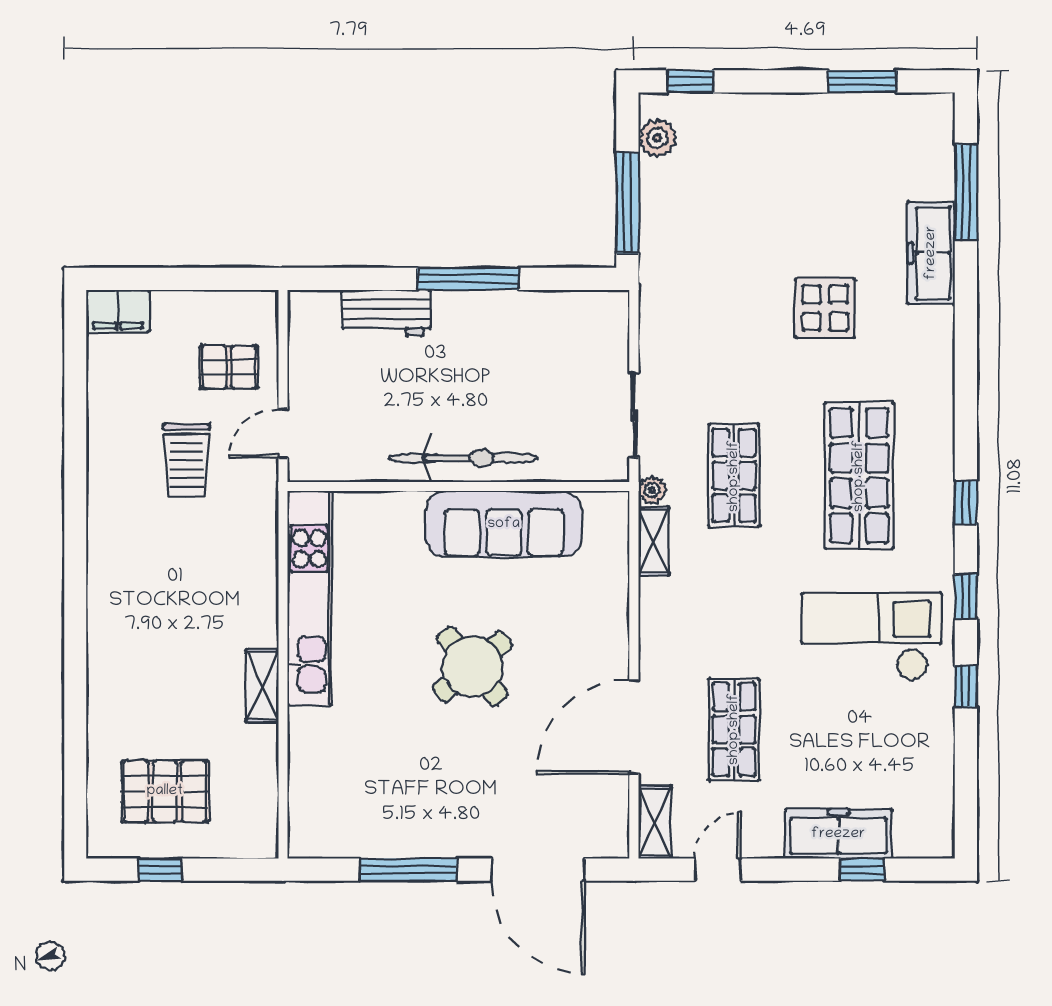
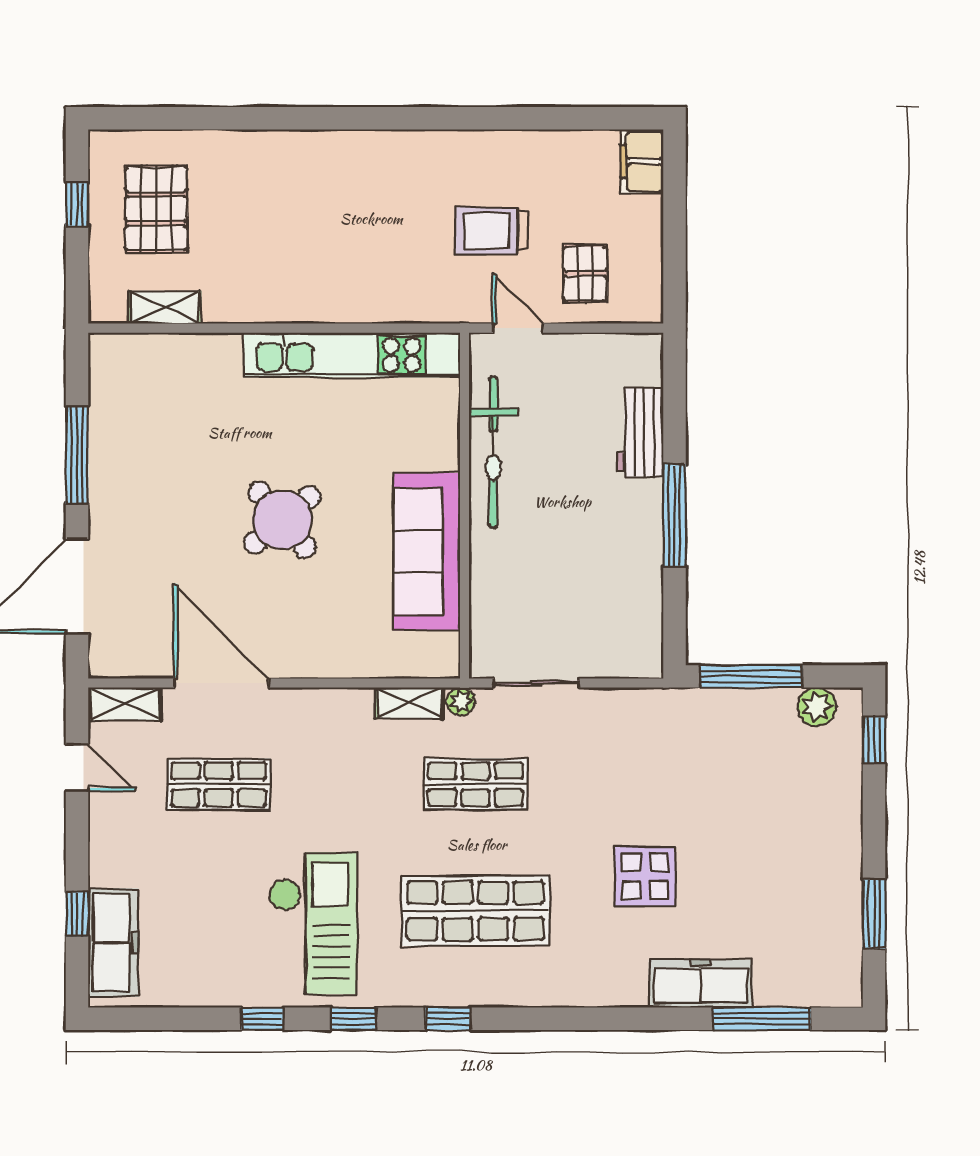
bicycle: (463, 458) -> (493, 452), moved
shelving: (262, 686) -> (165, 307), moved
freezer: (838, 834) -> (113, 943), moved

